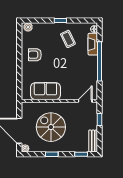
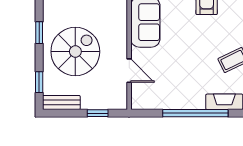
door: (85, 101) -> (129, 71), moved
spiral stairs: (51, 127) -> (75, 52), moved

